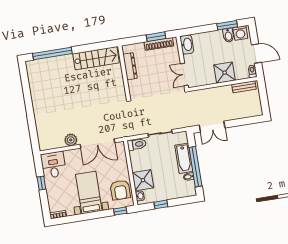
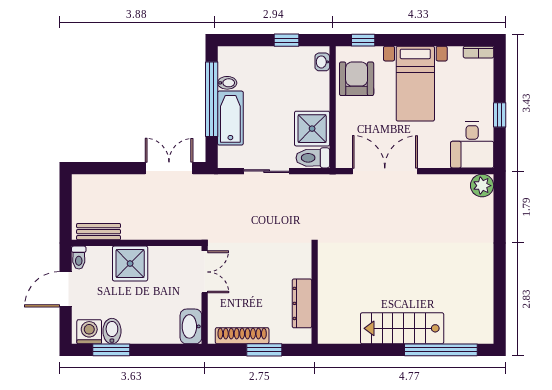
window: (156, 37) -> (264, 350), moved
door: (256, 53) -> (66, 289), hinge flipped
stairs: (96, 58) -> (402, 328), moved
plant: (71, 140) -> (482, 186), moved
shower: (143, 180) -> (312, 129), moved

